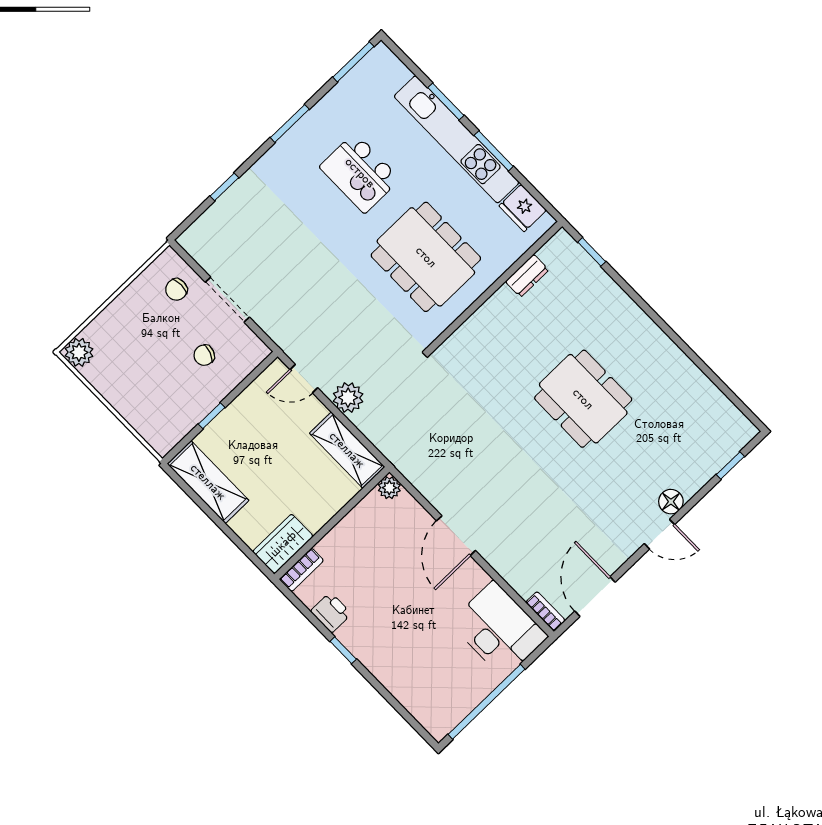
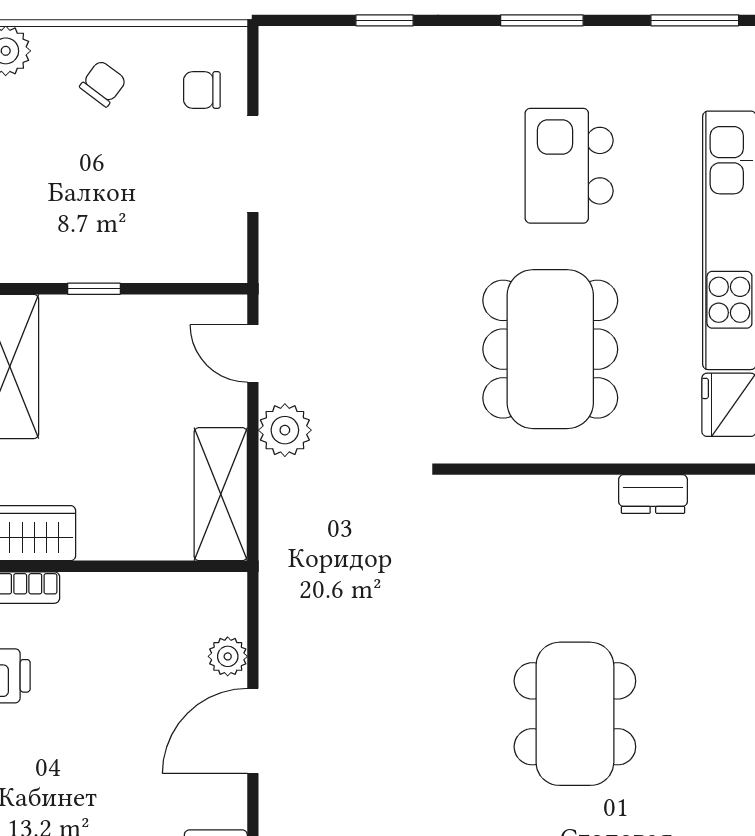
chair: (204, 355) -> (103, 84), moved, turned 107
plant: (389, 488) -> (228, 656), moved

